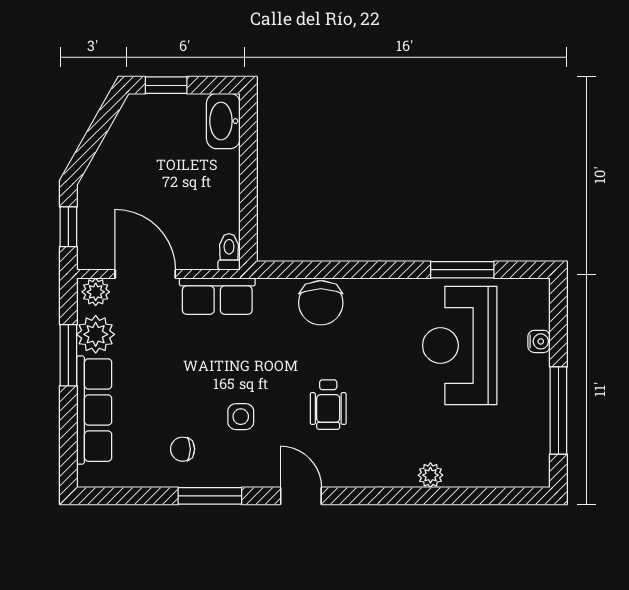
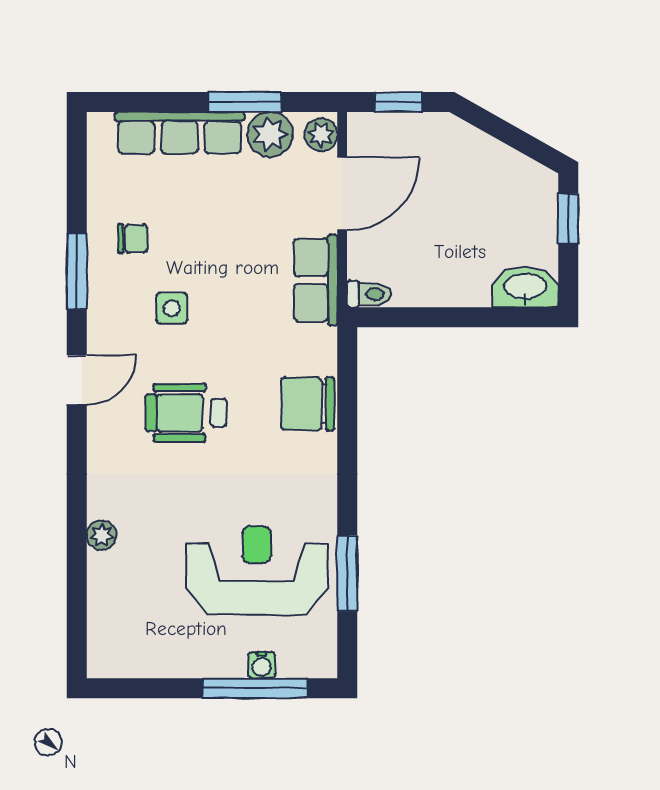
wheelchair: (328, 405) -> (186, 413), width x1.36, depth x1.37
window: (558, 411) -> (255, 688), moved
chair: (183, 449) -> (133, 239), turned 90

